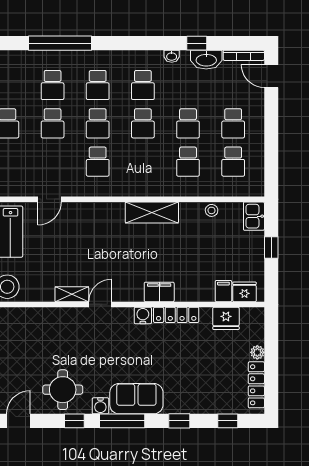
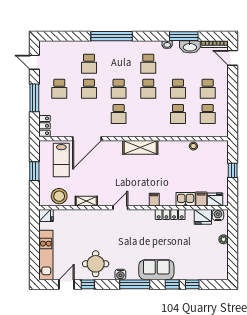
window: (60, 43) -> (112, 36), moved
window: (197, 43) -> (184, 36), width x2.17
school desk: (98, 85) -> (119, 64), removed
door: (50, 199) -> (87, 139), width x1.87
shelving: (152, 212) -> (140, 147), moved
kitchen sink: (254, 216) -> (186, 199), moved, turned 90
filing cabinet: (159, 292) -> (154, 200), width x0.50
shelving: (72, 294) -> (86, 201), moved
water cooler: (143, 315) -> (218, 215), moved
locker: (256, 385) -> (223, 261), removed
sofa: (136, 399) -> (156, 270), moved
window: (74, 421) -> (88, 284), moved
window: (228, 421) -> (192, 284), moved

